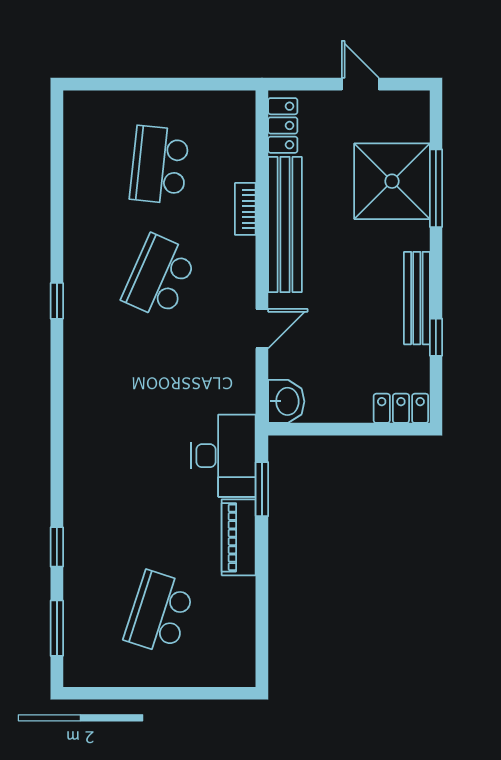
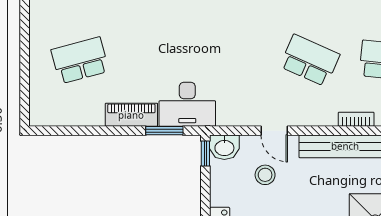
stool: (327, 342) -> (265, 175), added
window: (295, 429) -> (205, 154), added
school desk: (159, 613) -> (80, 60), turned -33

